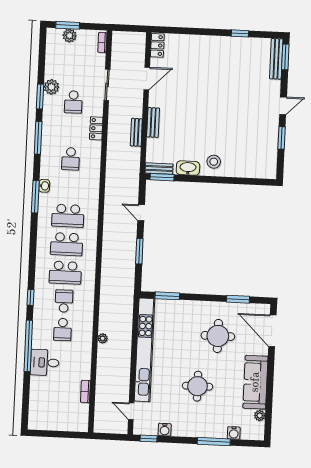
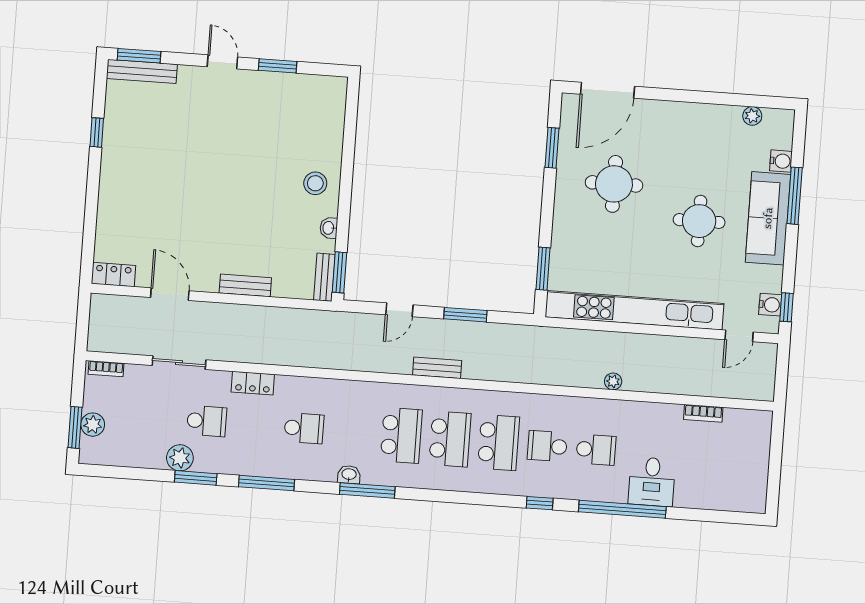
bench: (136, 132) -> (437, 368), moved
washbasin: (188, 168) -> (329, 228), width x0.52, depth x0.69
sofa: (255, 382) -> (768, 218), moved, turned 90
water cooler: (165, 430) -> (770, 305), moved

